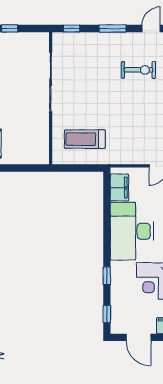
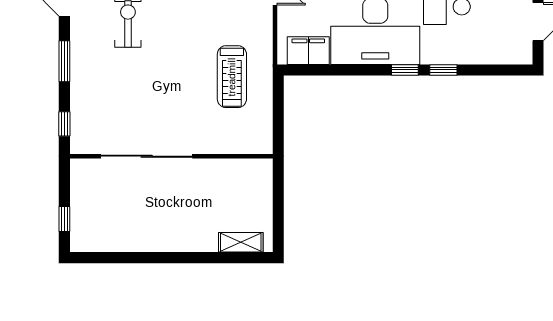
treadmill: (85, 139) -> (232, 77), moved
window: (107, 314) -> (405, 70), moved

